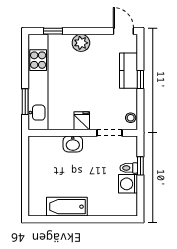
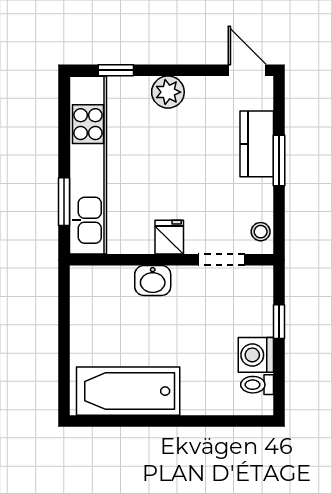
window: (140, 80) -> (279, 160), width x1.50
toilet: (129, 168) -> (257, 385), moved
bathtub: (67, 207) -> (128, 391), width x1.36, depth x1.36

